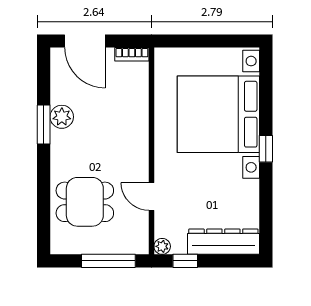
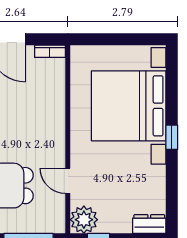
dresser: (223, 242) -> (149, 224), width x0.51, depth x0.80
plant: (162, 246) -> (84, 220), width x1.88, depth x1.88

